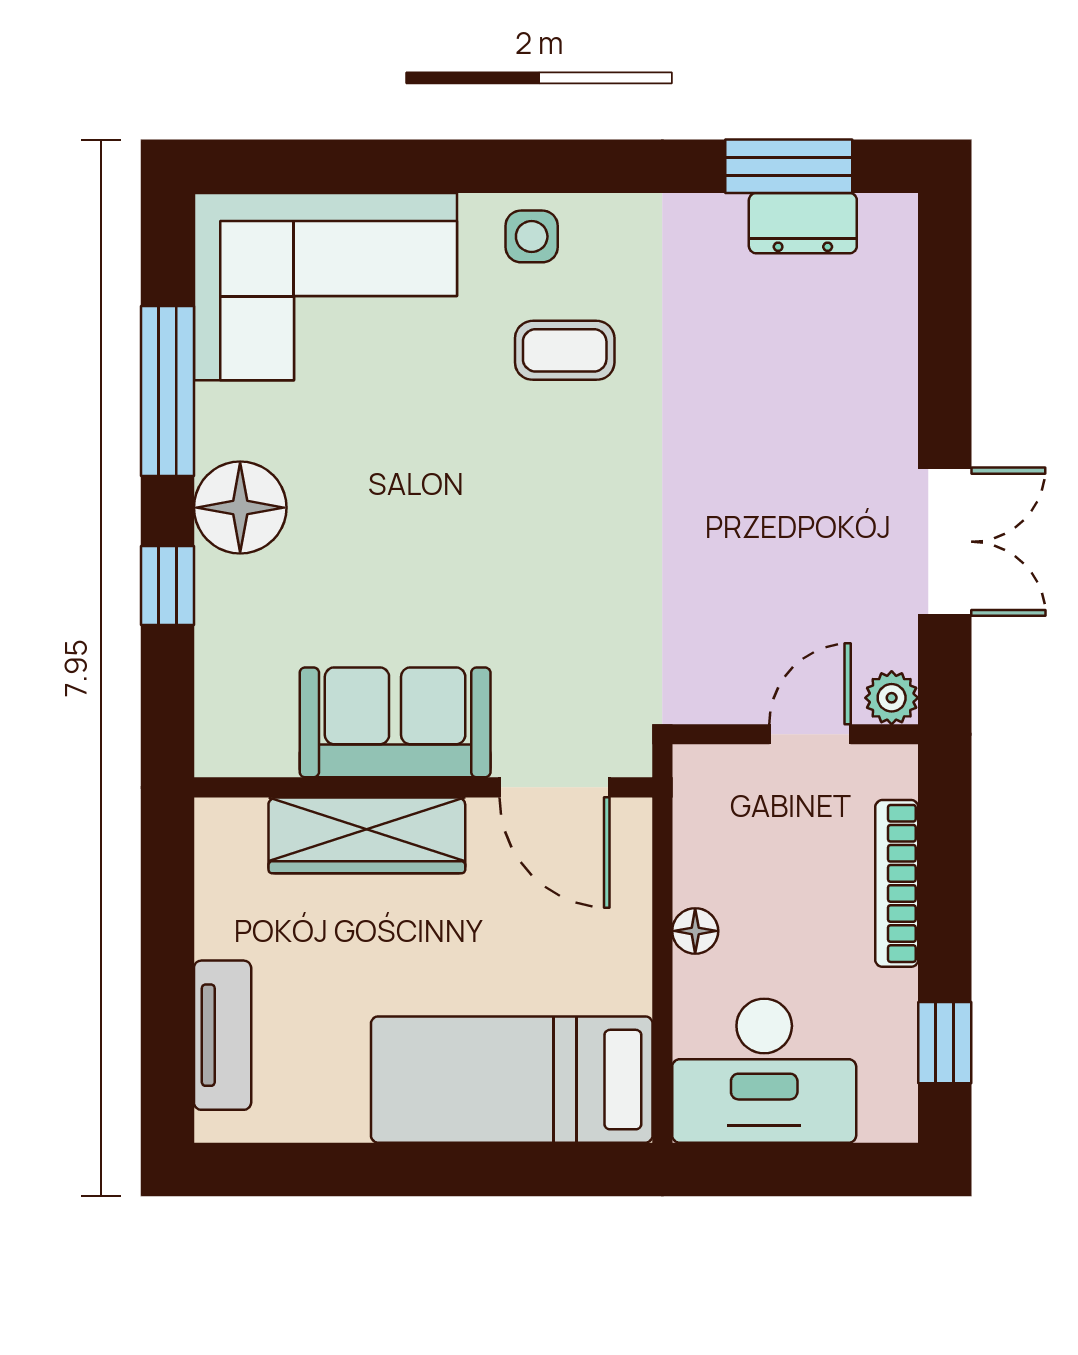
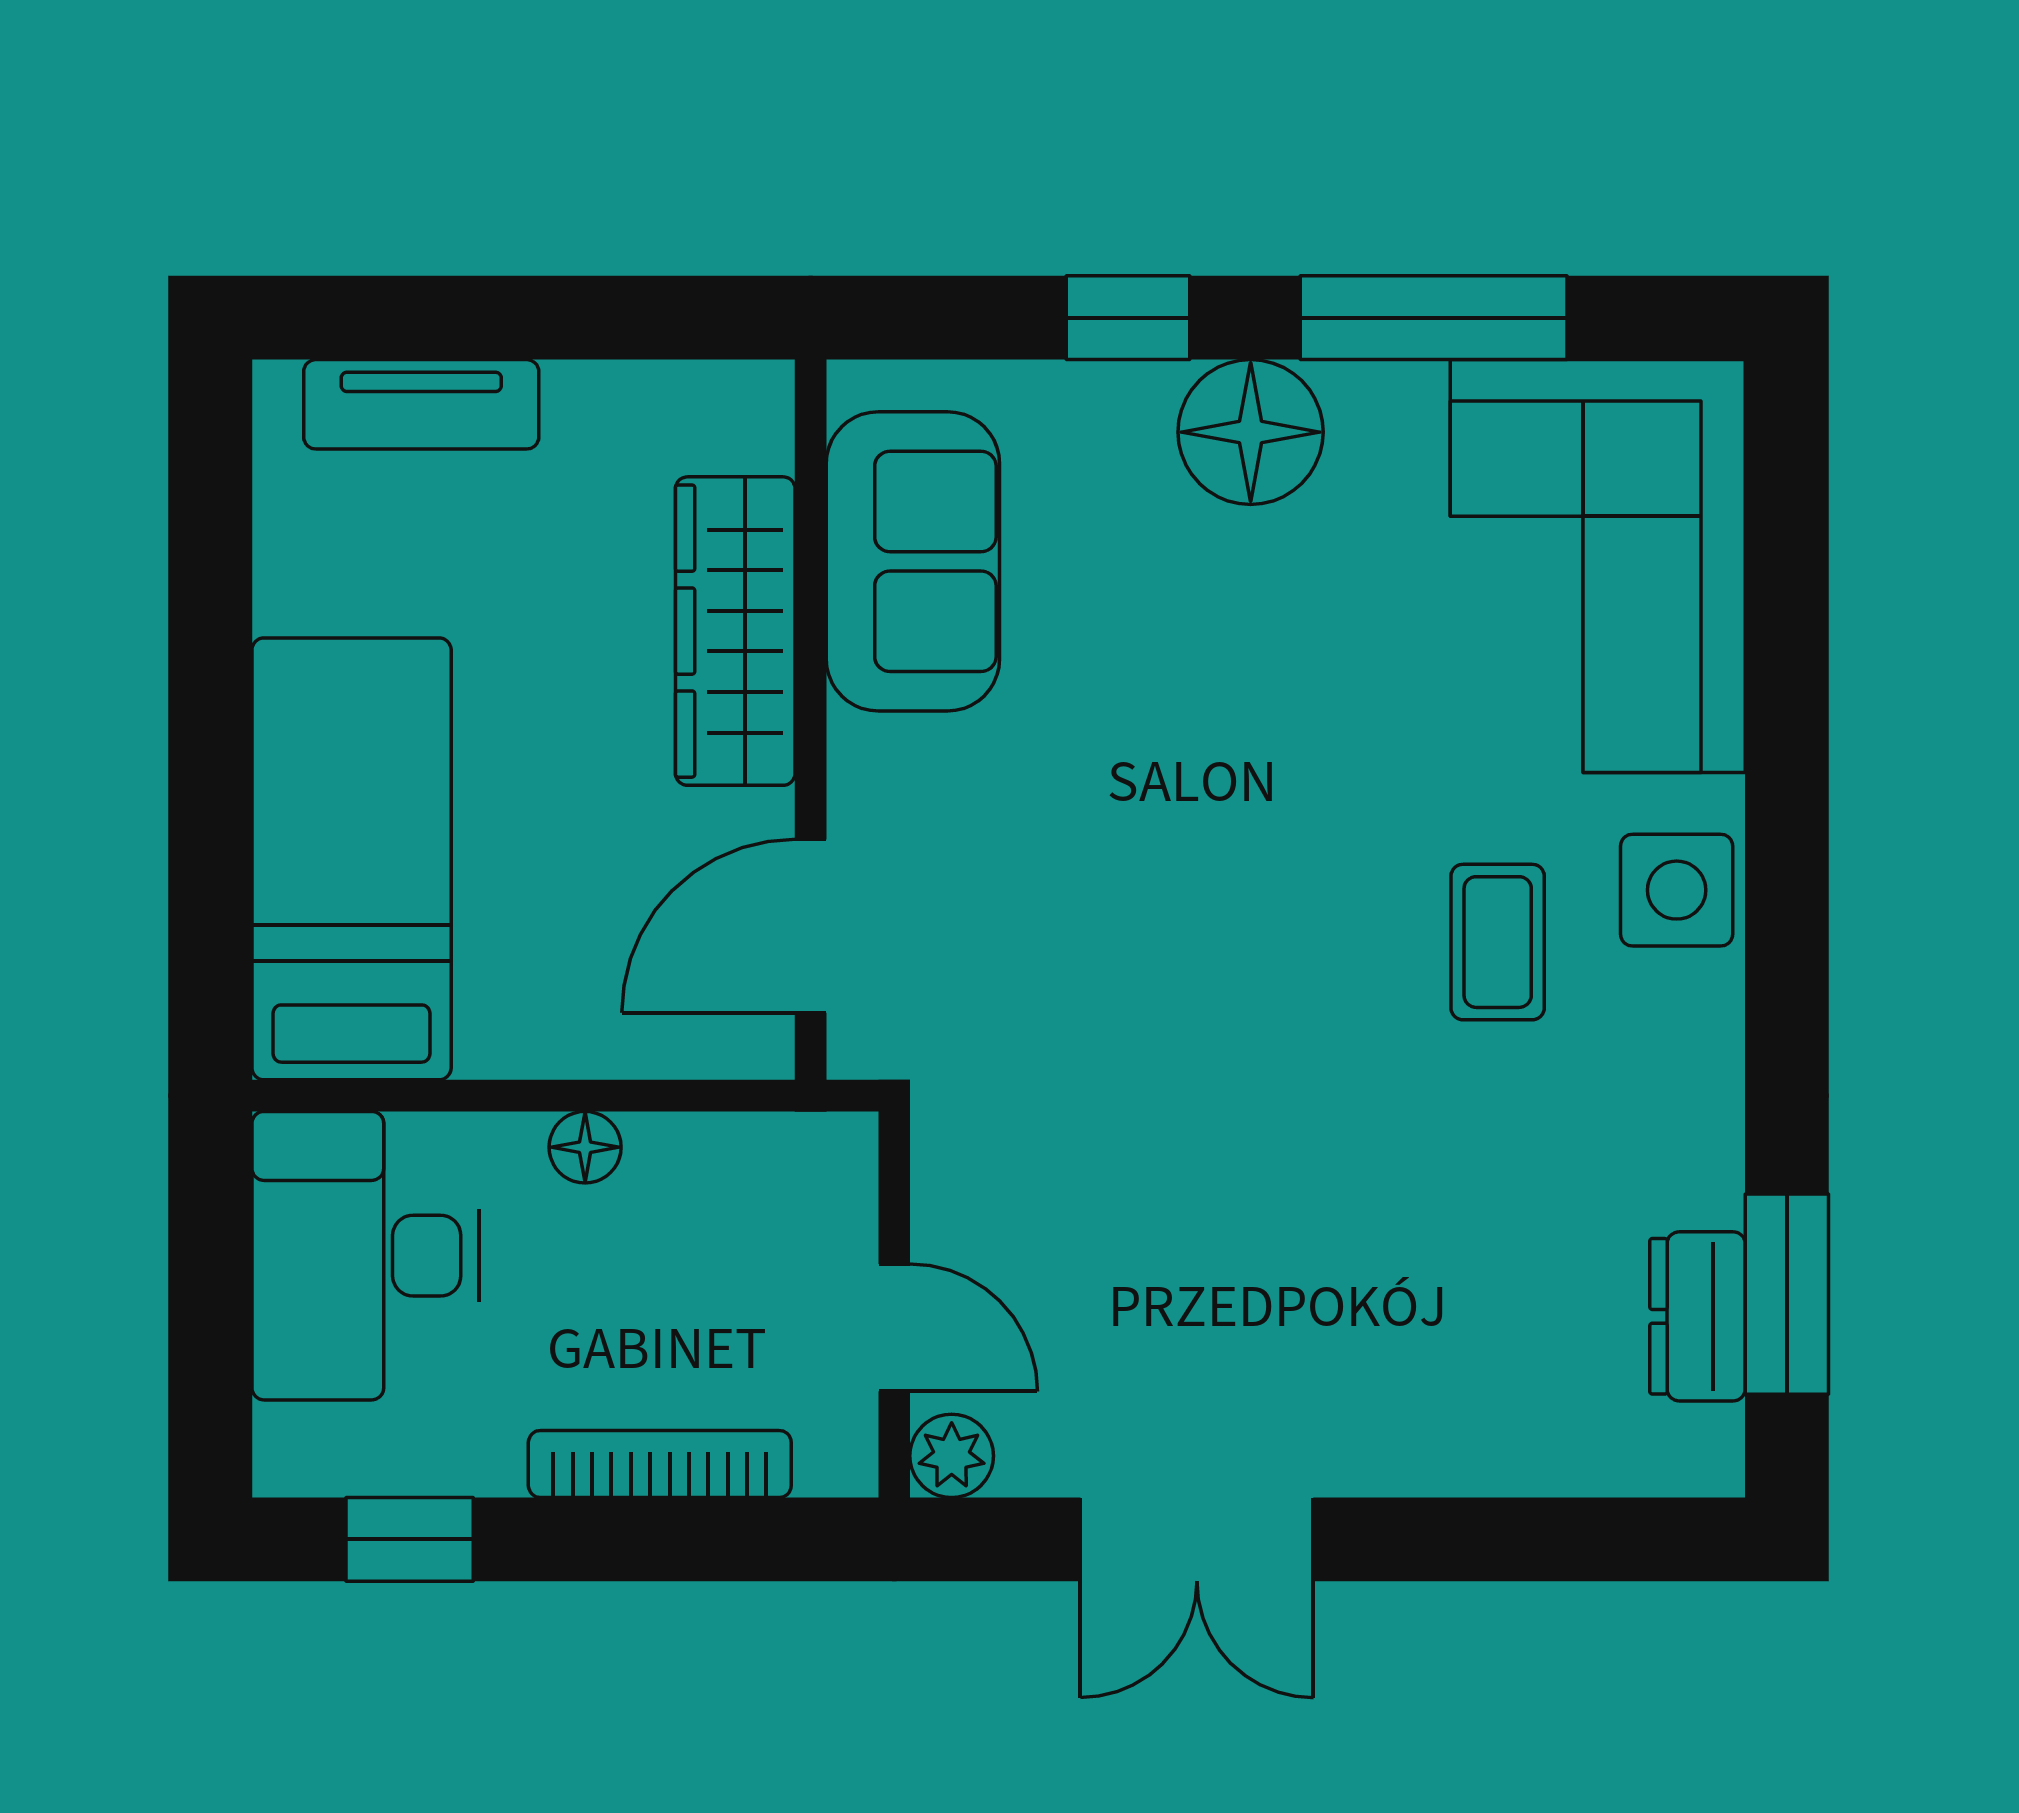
side table: (532, 236) -> (1677, 890), width x1.37, depth x1.37
sofa: (395, 722) -> (913, 561), moved

